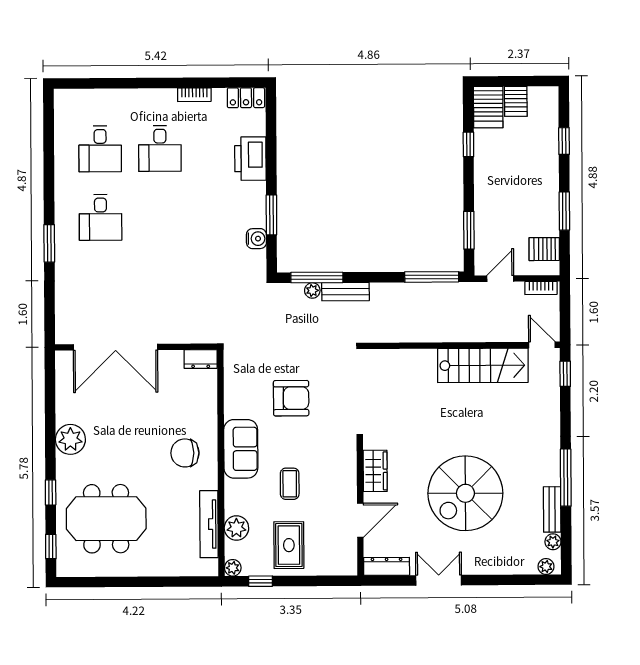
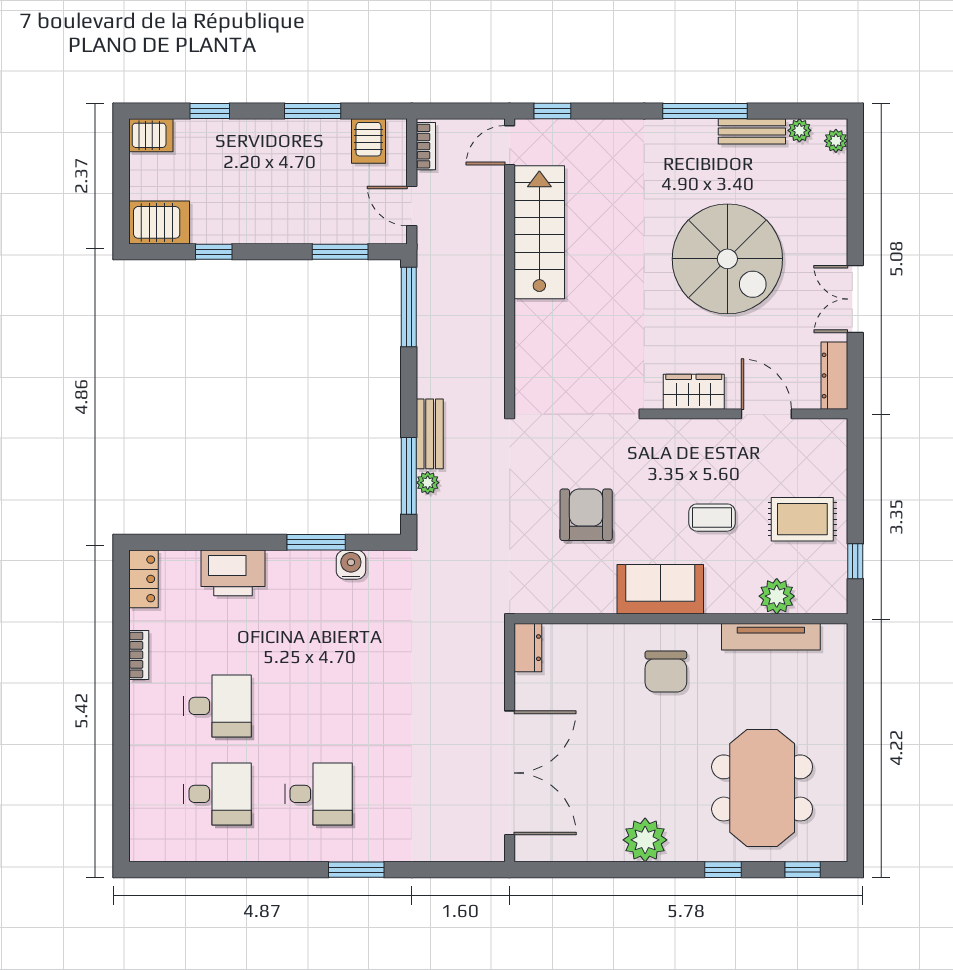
server rack: (516, 101) -> (151, 135), moved
plant: (233, 568) -> (835, 602), removed

